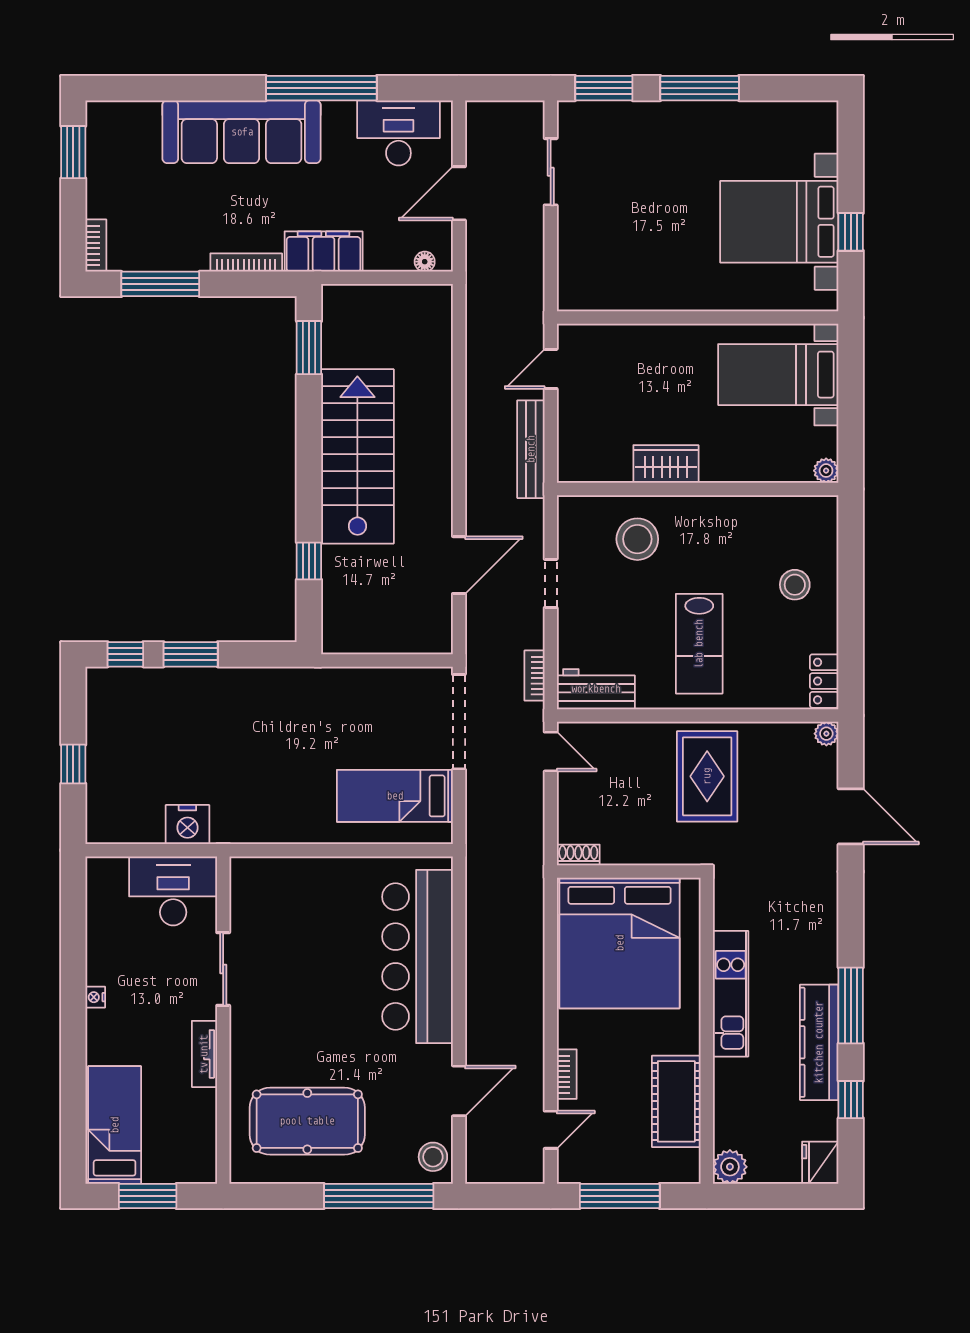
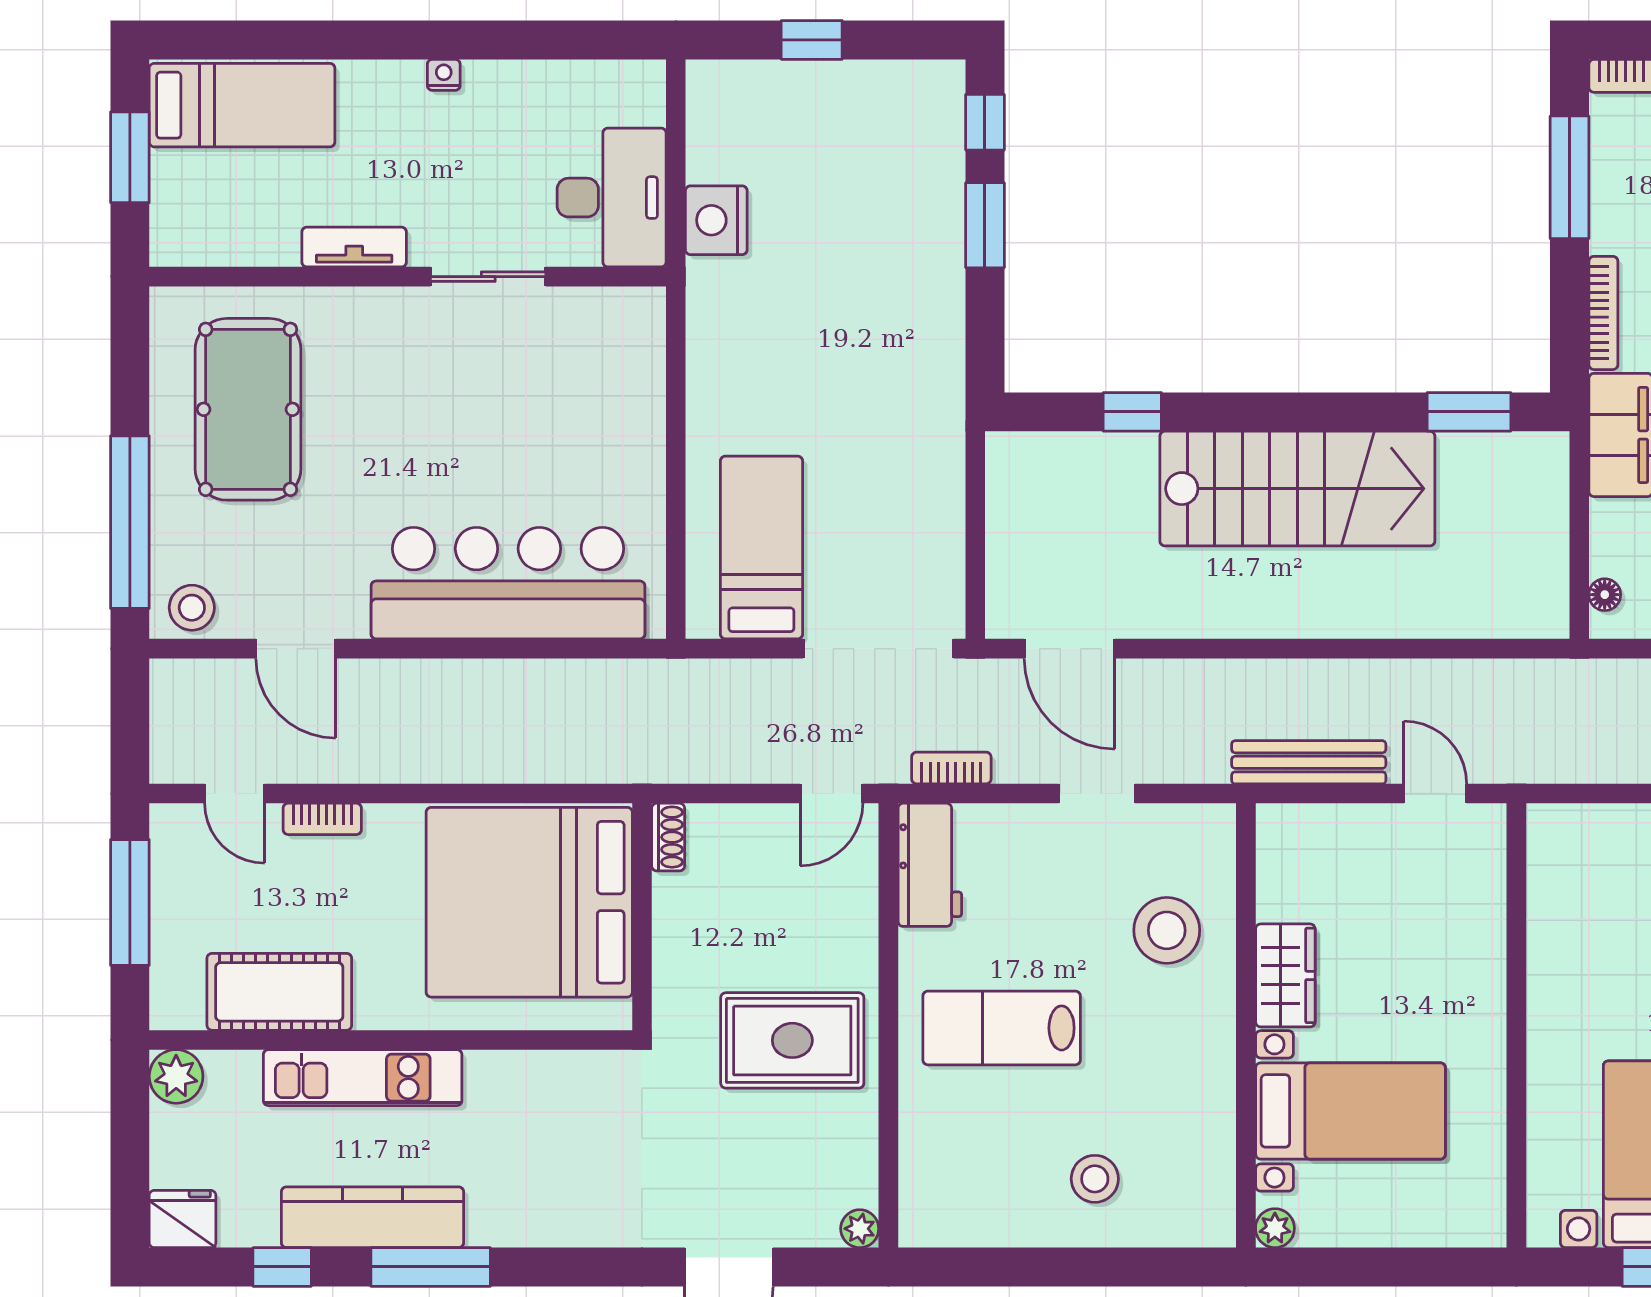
bed with nightstands: (778, 375) -> (1350, 1111), moved, turned 90
door: (459, 565) -> (1070, 649), moved
locker: (824, 681) -> (943, 1225), removed
kitchen unit: (731, 994) -> (363, 1078), moved

